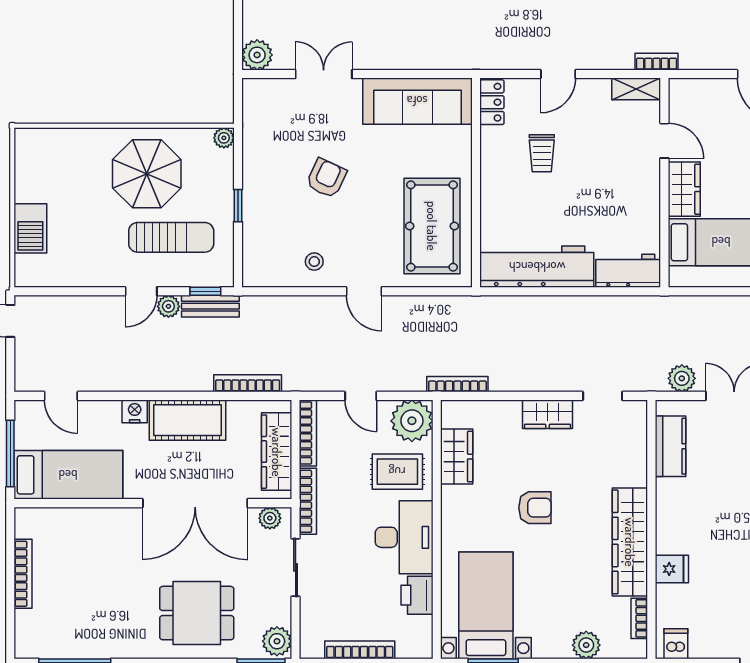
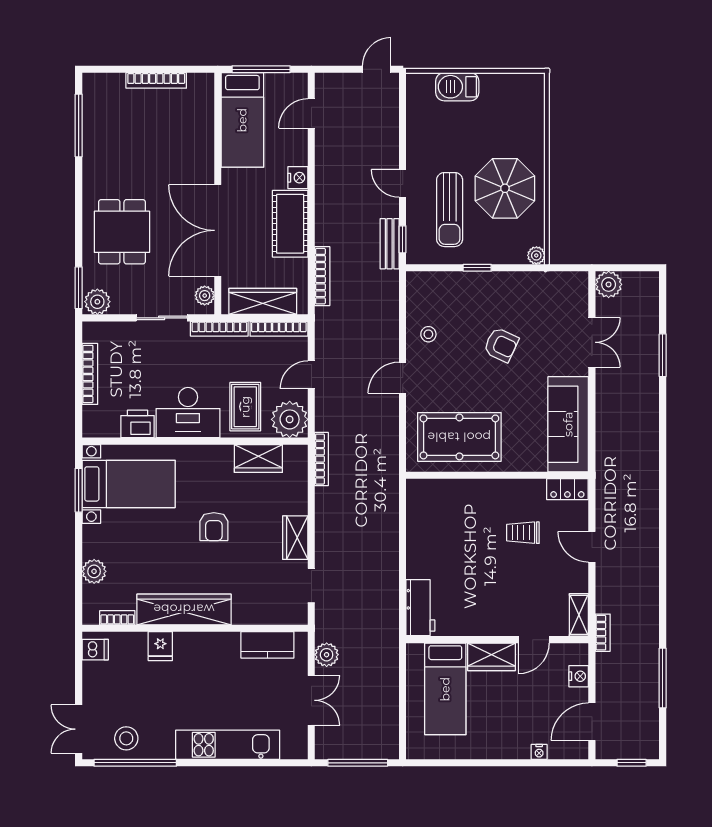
nightstand: (706, 89) -> (579, 676), added
workbench: (537, 267) -> (424, 528), removed
plant: (168, 306) -> (389, 207), removed

